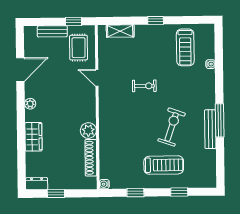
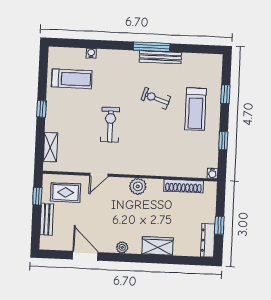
exercise bike: (144, 86) -> (110, 125), width x1.38, depth x1.39
exercise bike: (172, 127) -> (156, 98), width x0.73, depth x0.72
plant: (88, 130) -> (138, 186), moved
treadmill: (164, 165) -> (196, 109), turned 180
dresser: (37, 184) -> (208, 240), width x1.44

